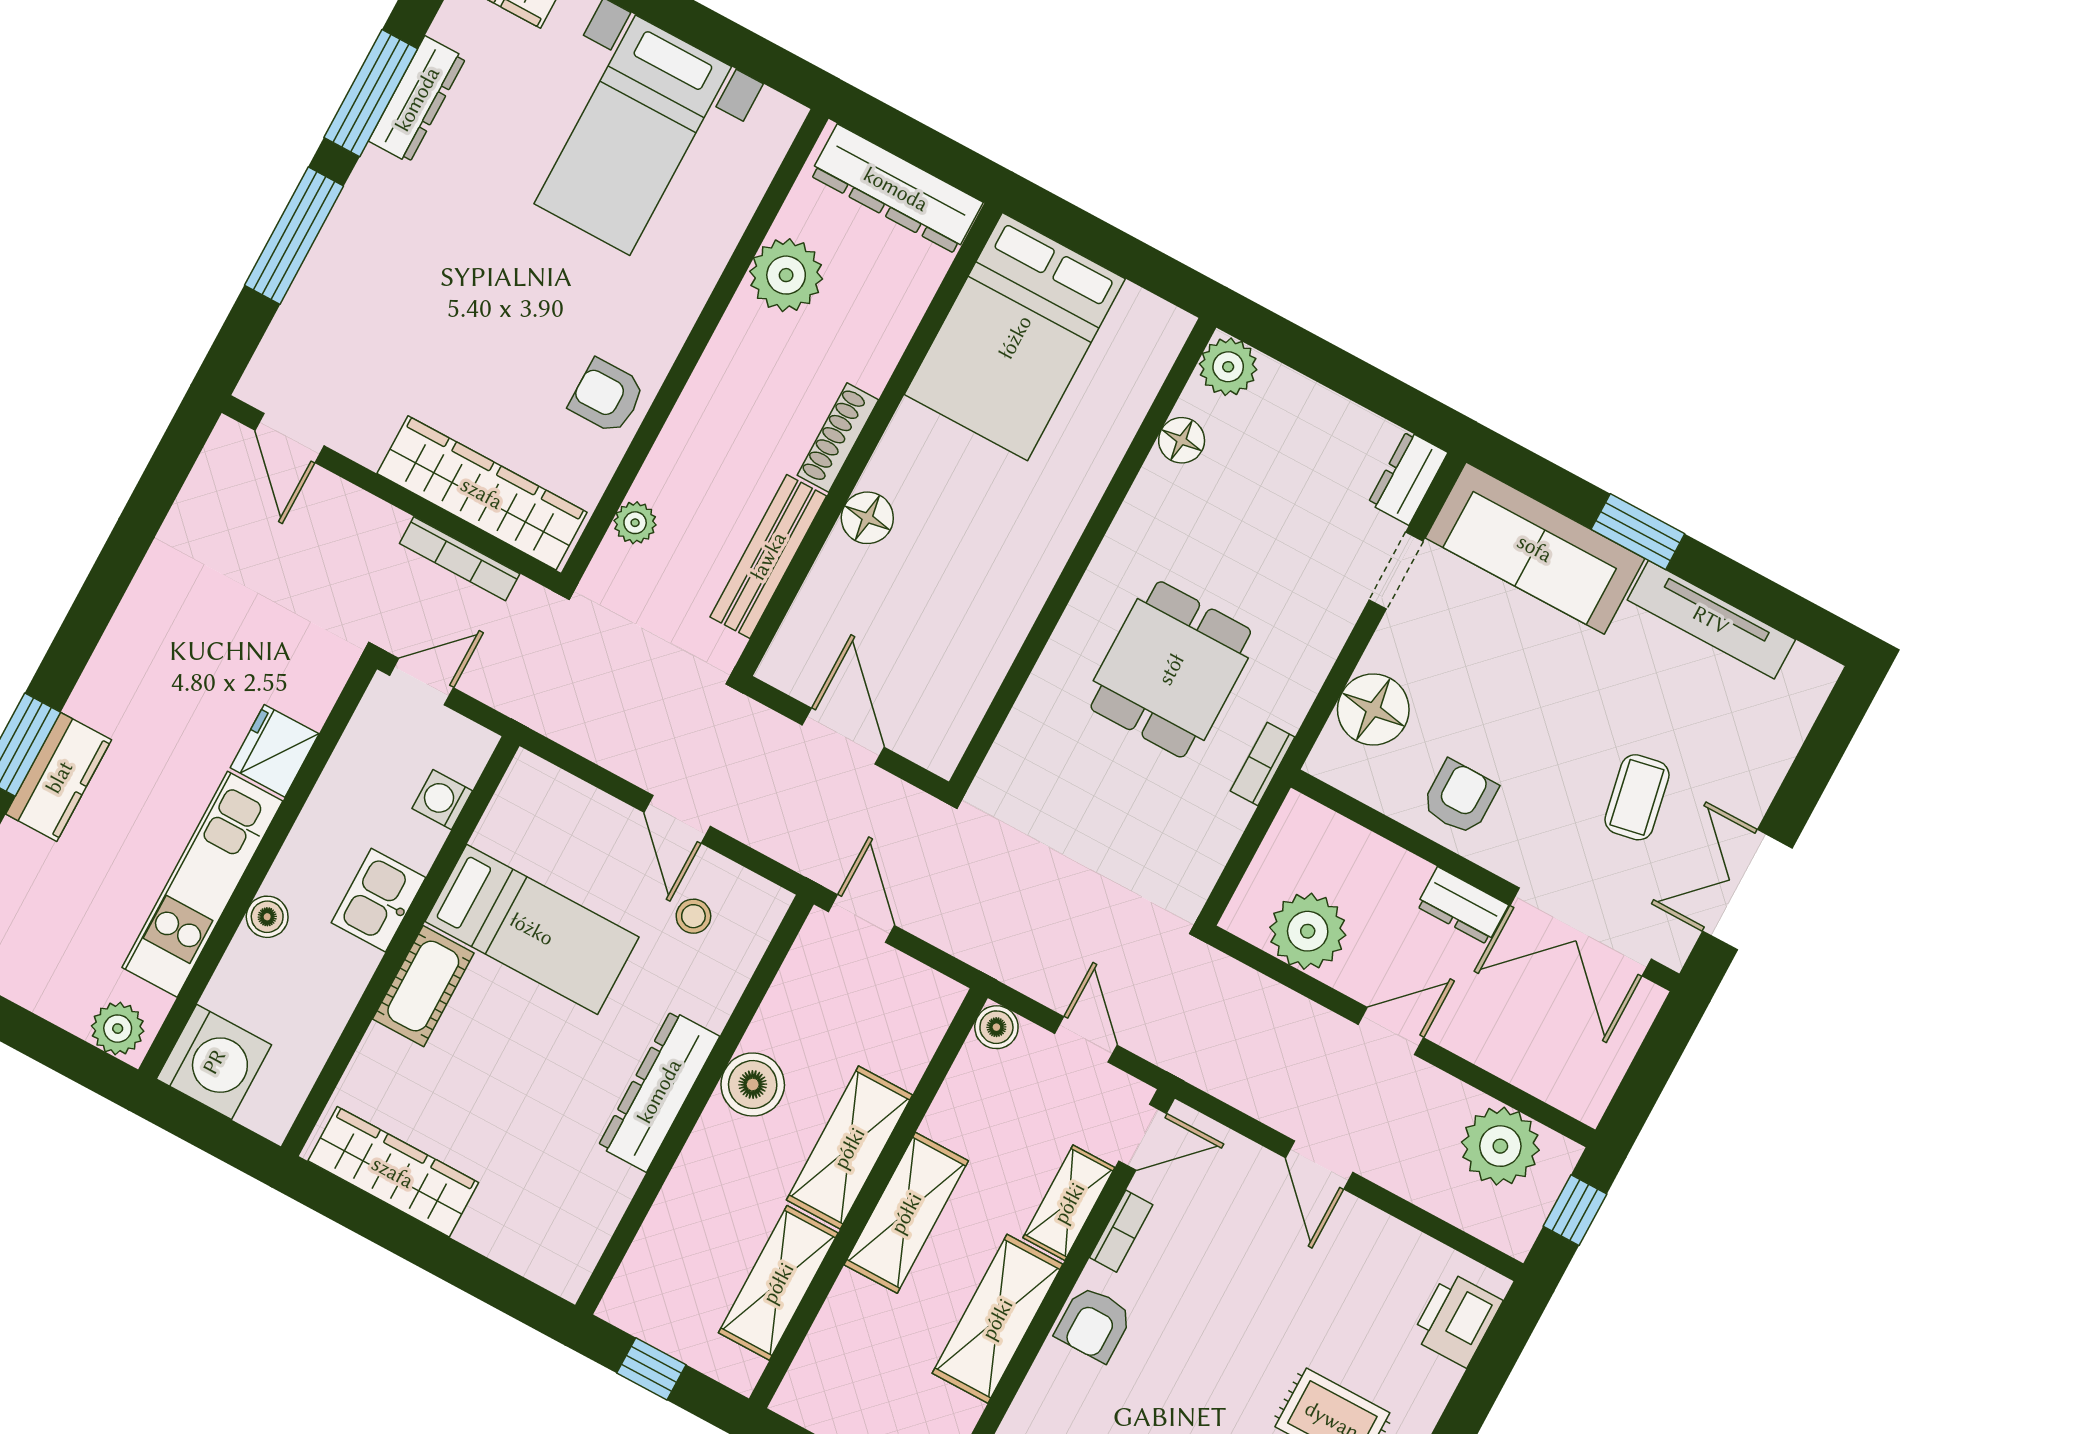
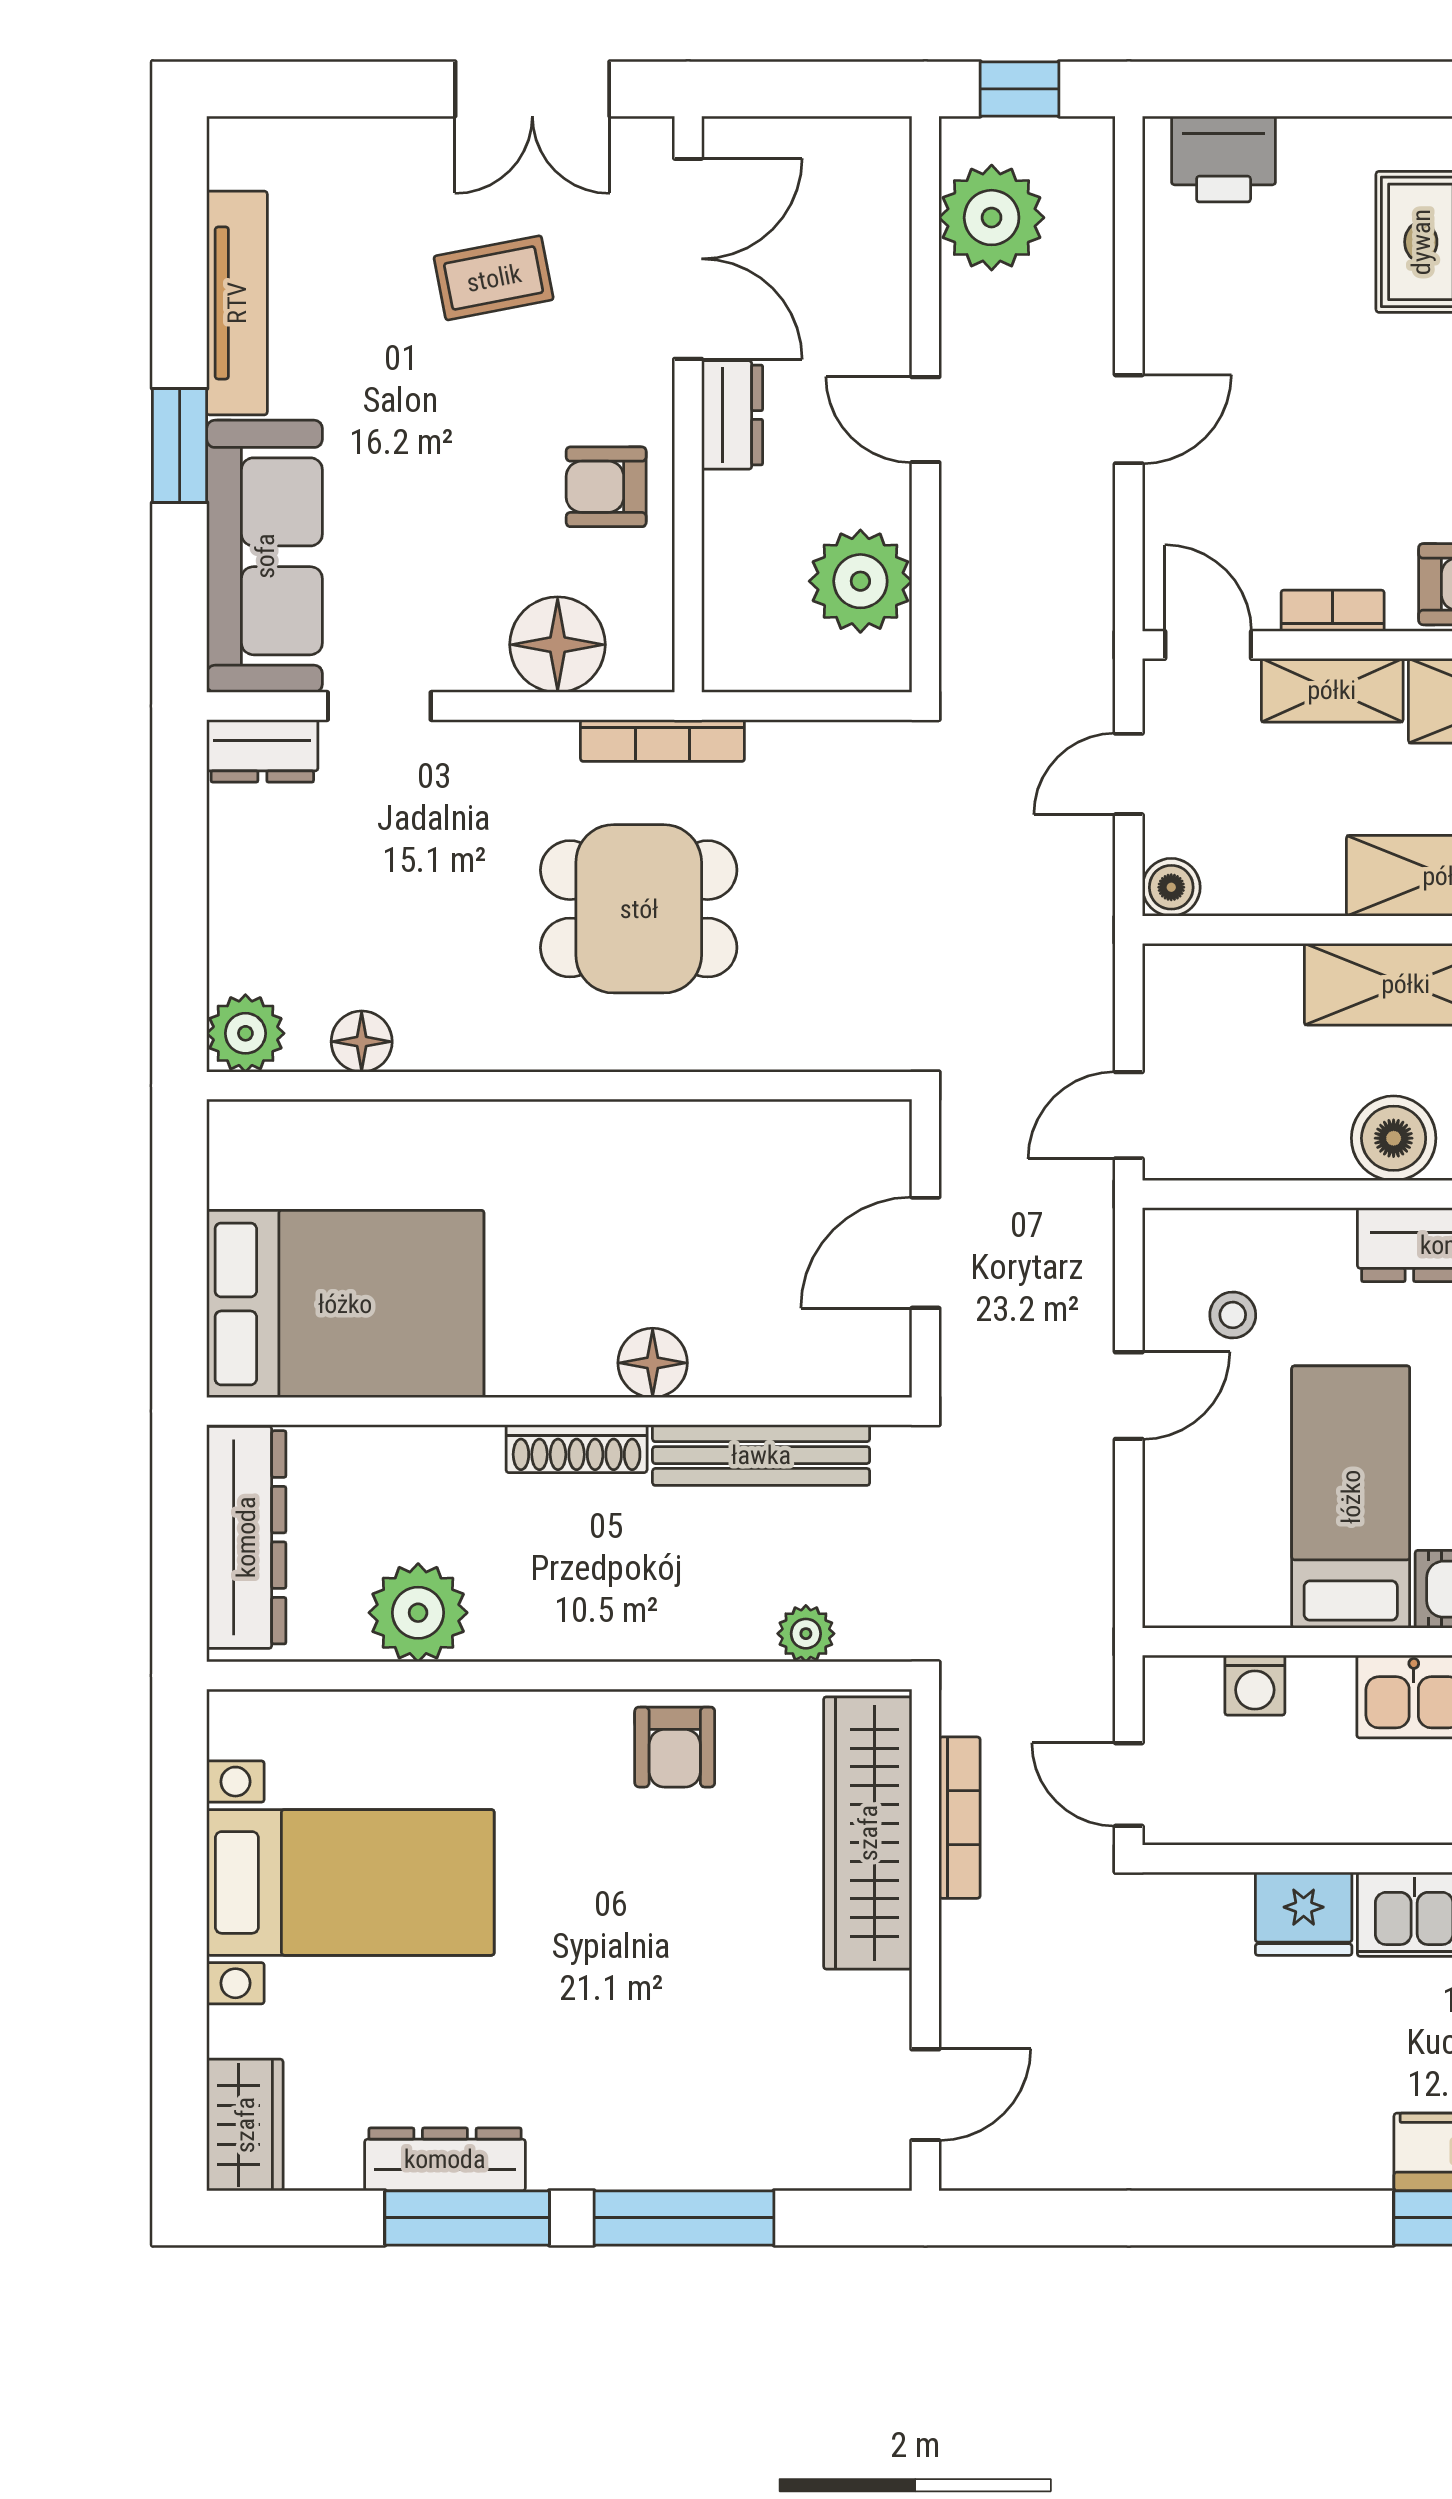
bookcase: (1263, 764) -> (662, 740), width x1.56

